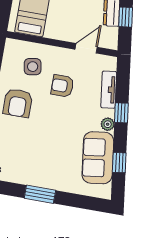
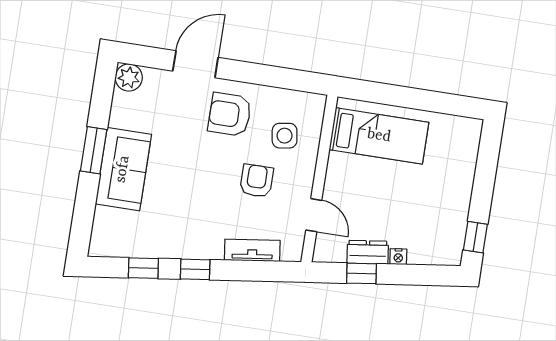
window: (121, 113) -> (195, 269), moved
plant: (108, 124) -> (200, 250), removed
sofa: (98, 158) -> (123, 169), moved, turned 97

